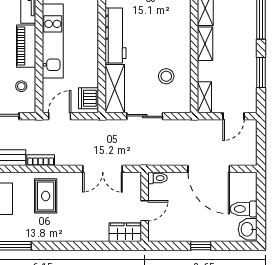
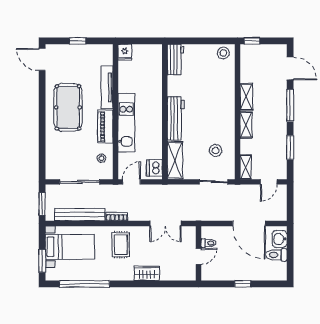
sliding door: (145, 116) -> (213, 182), moved
toilet: (157, 178) -> (209, 243), moved
washbasin: (248, 229) -> (280, 239), moved
wardrobe: (125, 232) -> (147, 273), moved

